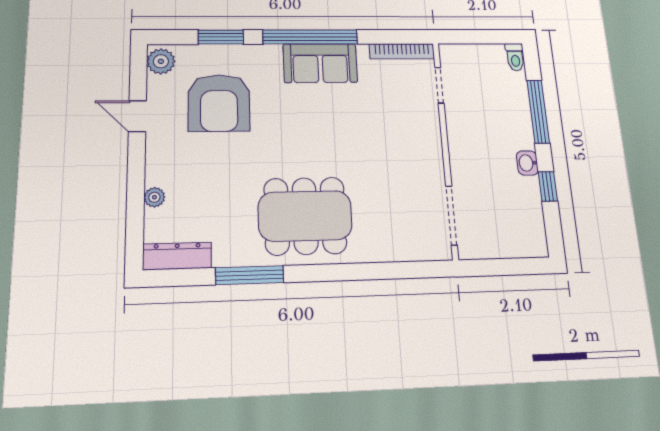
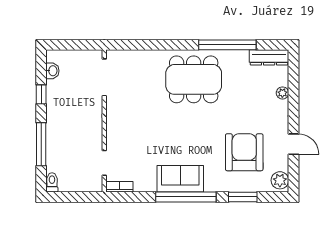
bookcase: (402, 51) -> (119, 187), width x0.64
washbasin: (527, 163) -> (52, 71), moved
window: (250, 275) -> (227, 45), width x1.46

